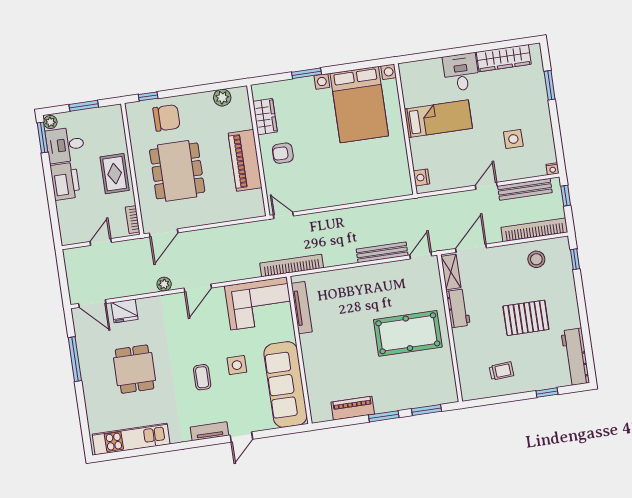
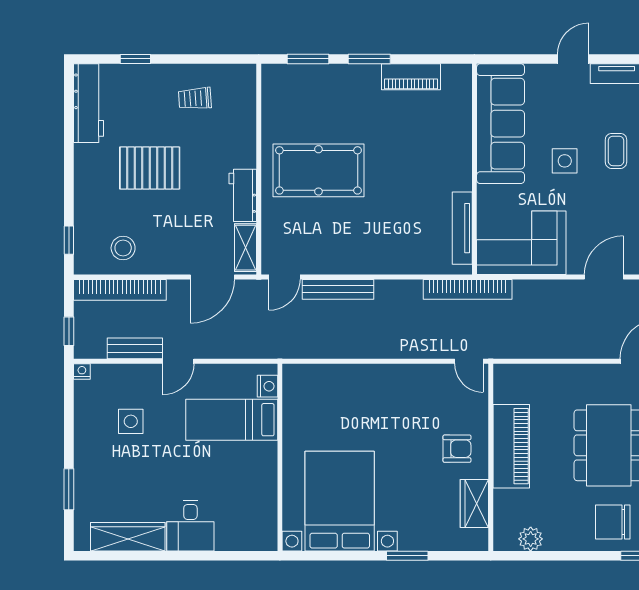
bed: (438, 119) -> (232, 420), moved
bench: (525, 189) -> (135, 348), width x0.73

